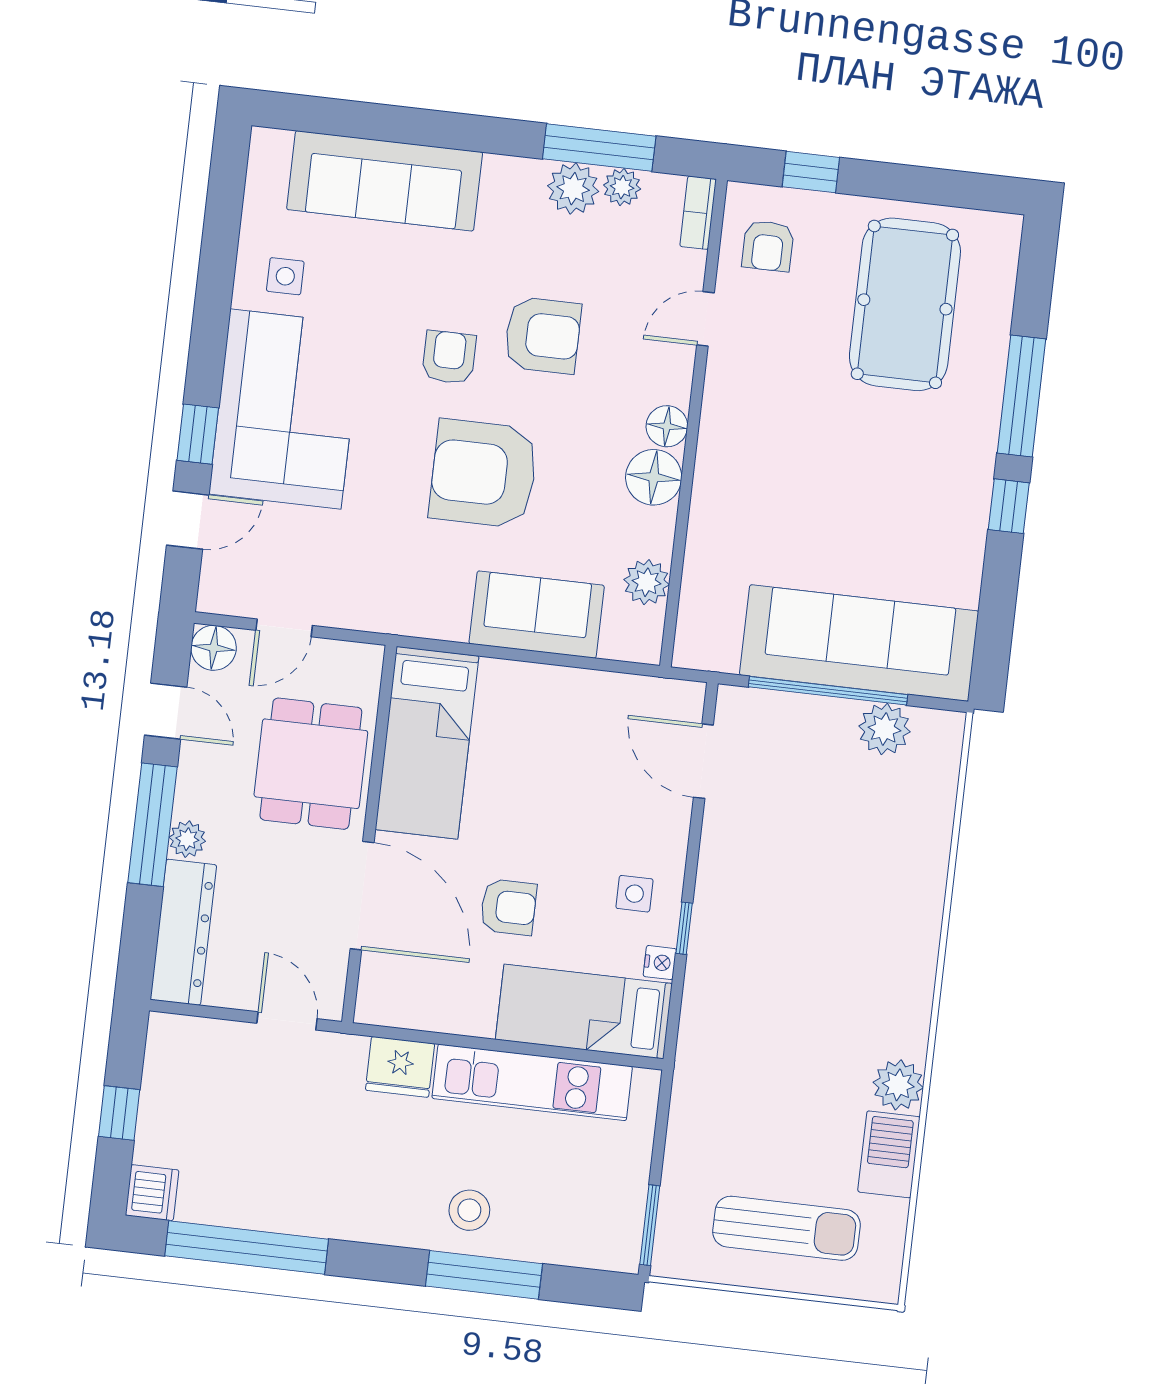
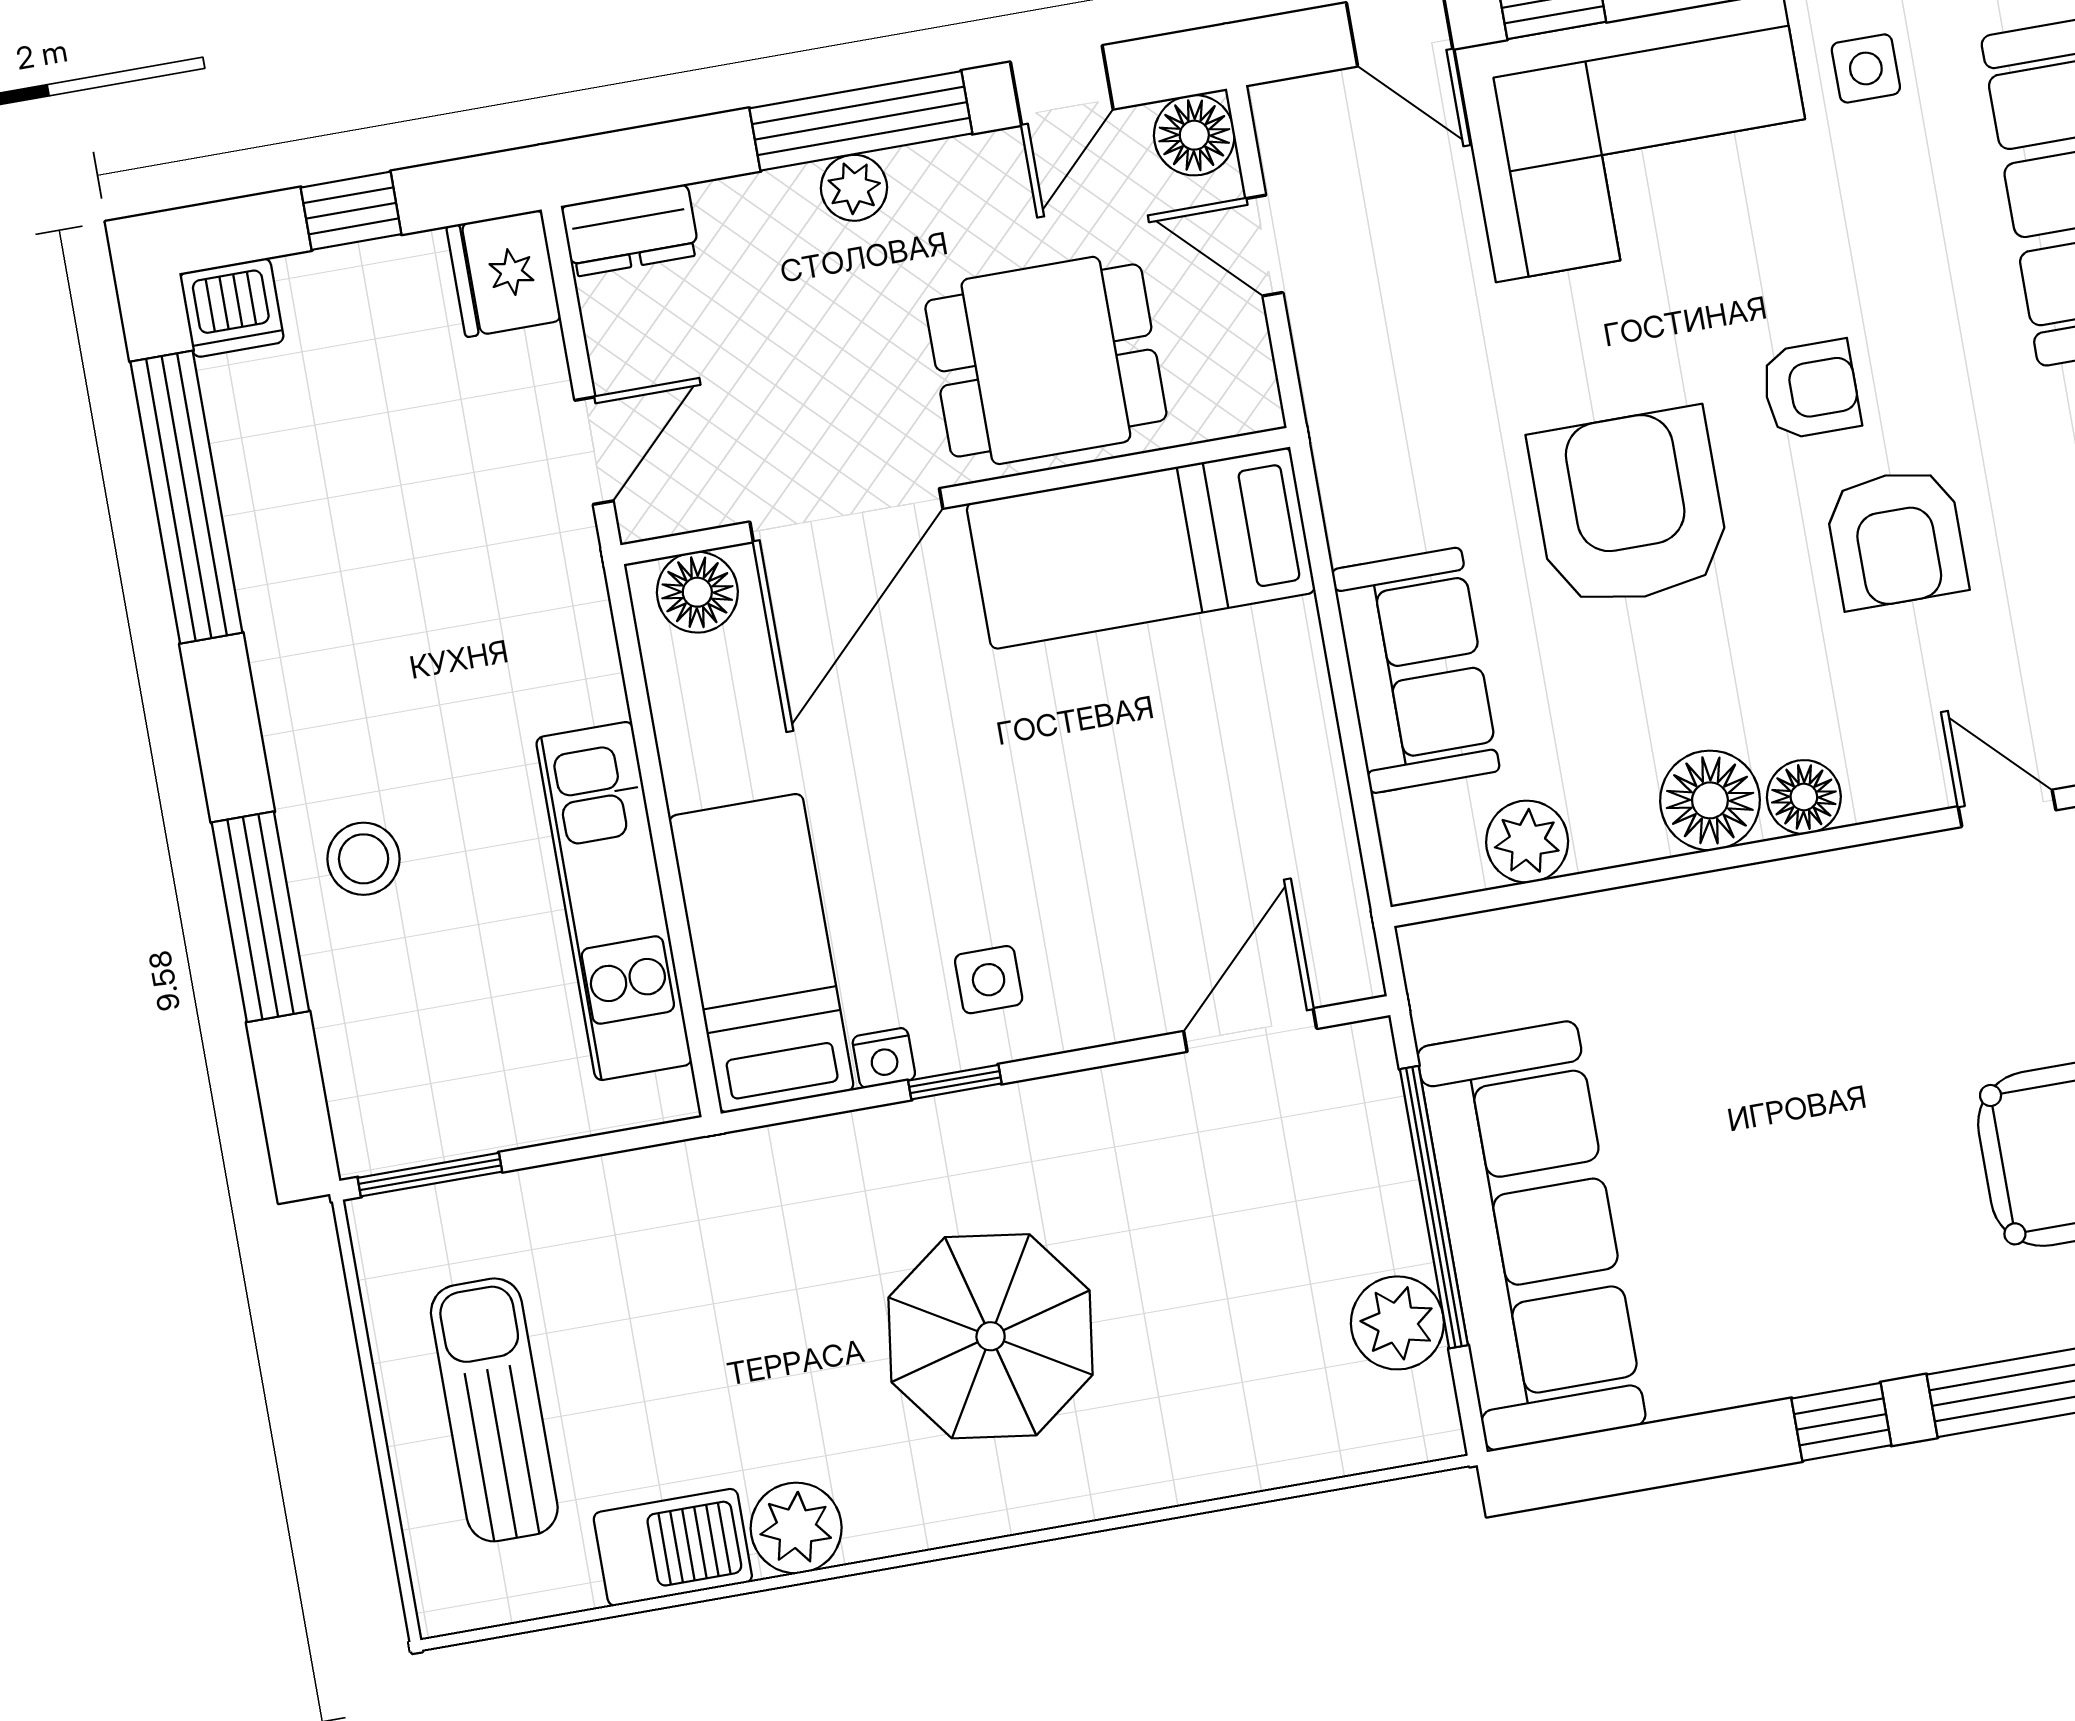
armchair: (508, 907) -> (901, 771), removed
dresser: (183, 932) -> (630, 230), width x0.51, depth x0.80
parasol: (826, 950) -> (991, 1336), added
floor lamp: (380, 988) -> (697, 592), added
fridge: (400, 1067) -> (504, 273), moved
sun lounger: (786, 1228) -> (494, 1410), turned 180

